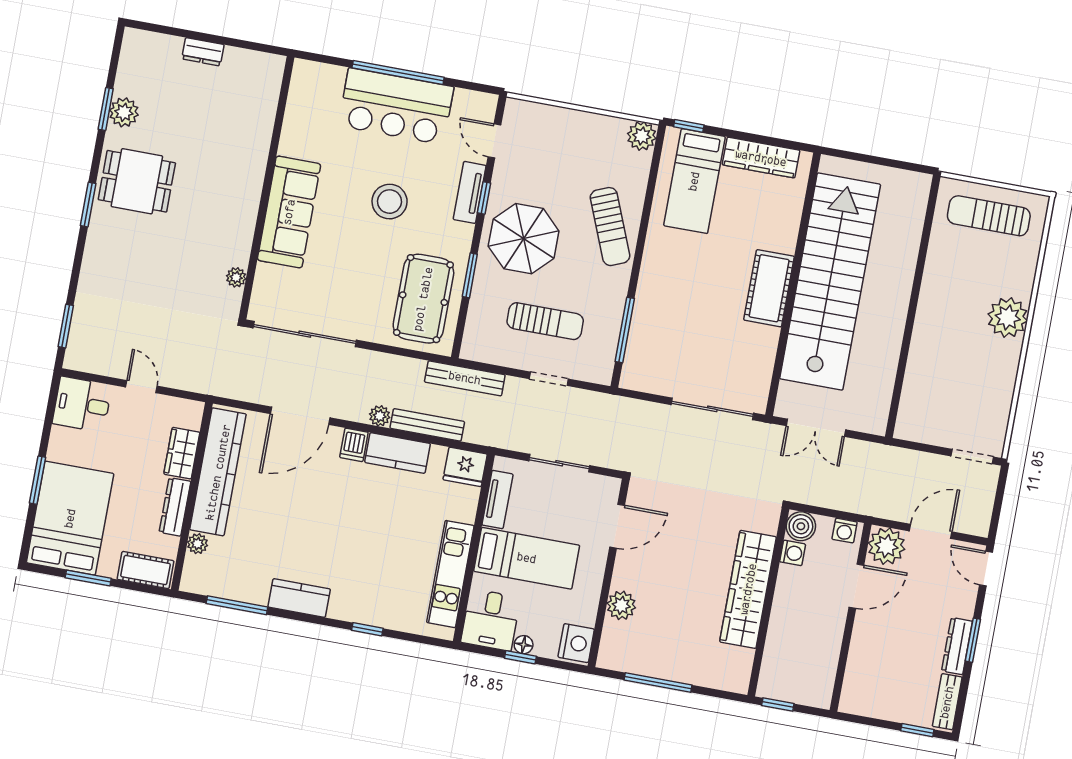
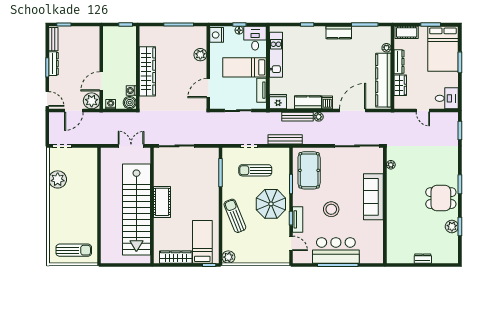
plant: (1008, 318) -> (58, 179), moved

